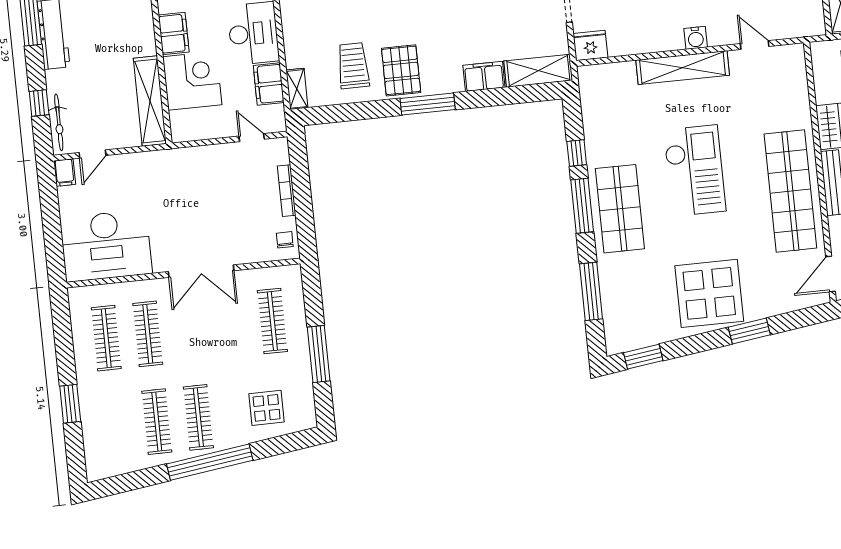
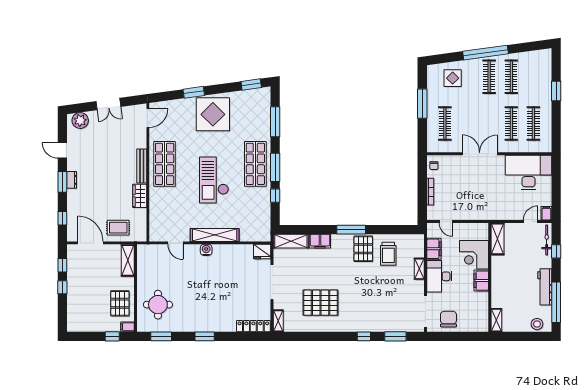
shelving: (297, 89) -> (419, 269), moved
shelving: (150, 101) -> (497, 239), width x0.68
shop shelf: (790, 191) -> (165, 164), width x0.71

